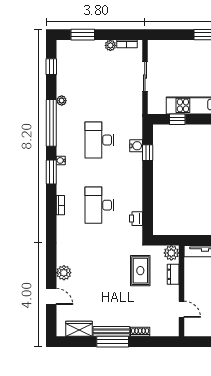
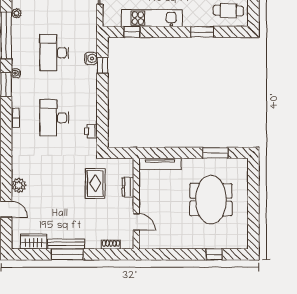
plant: (171, 253) -> (126, 166), removed
shoe rack: (140, 332) -> (111, 245), moved

